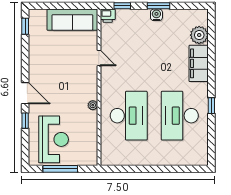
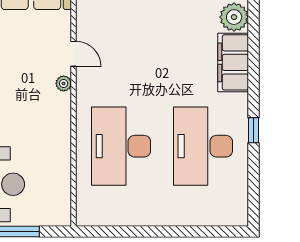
plant: (93, 105) -> (64, 83), moved
desk: (129, 116) -> (121, 146), turned 180

